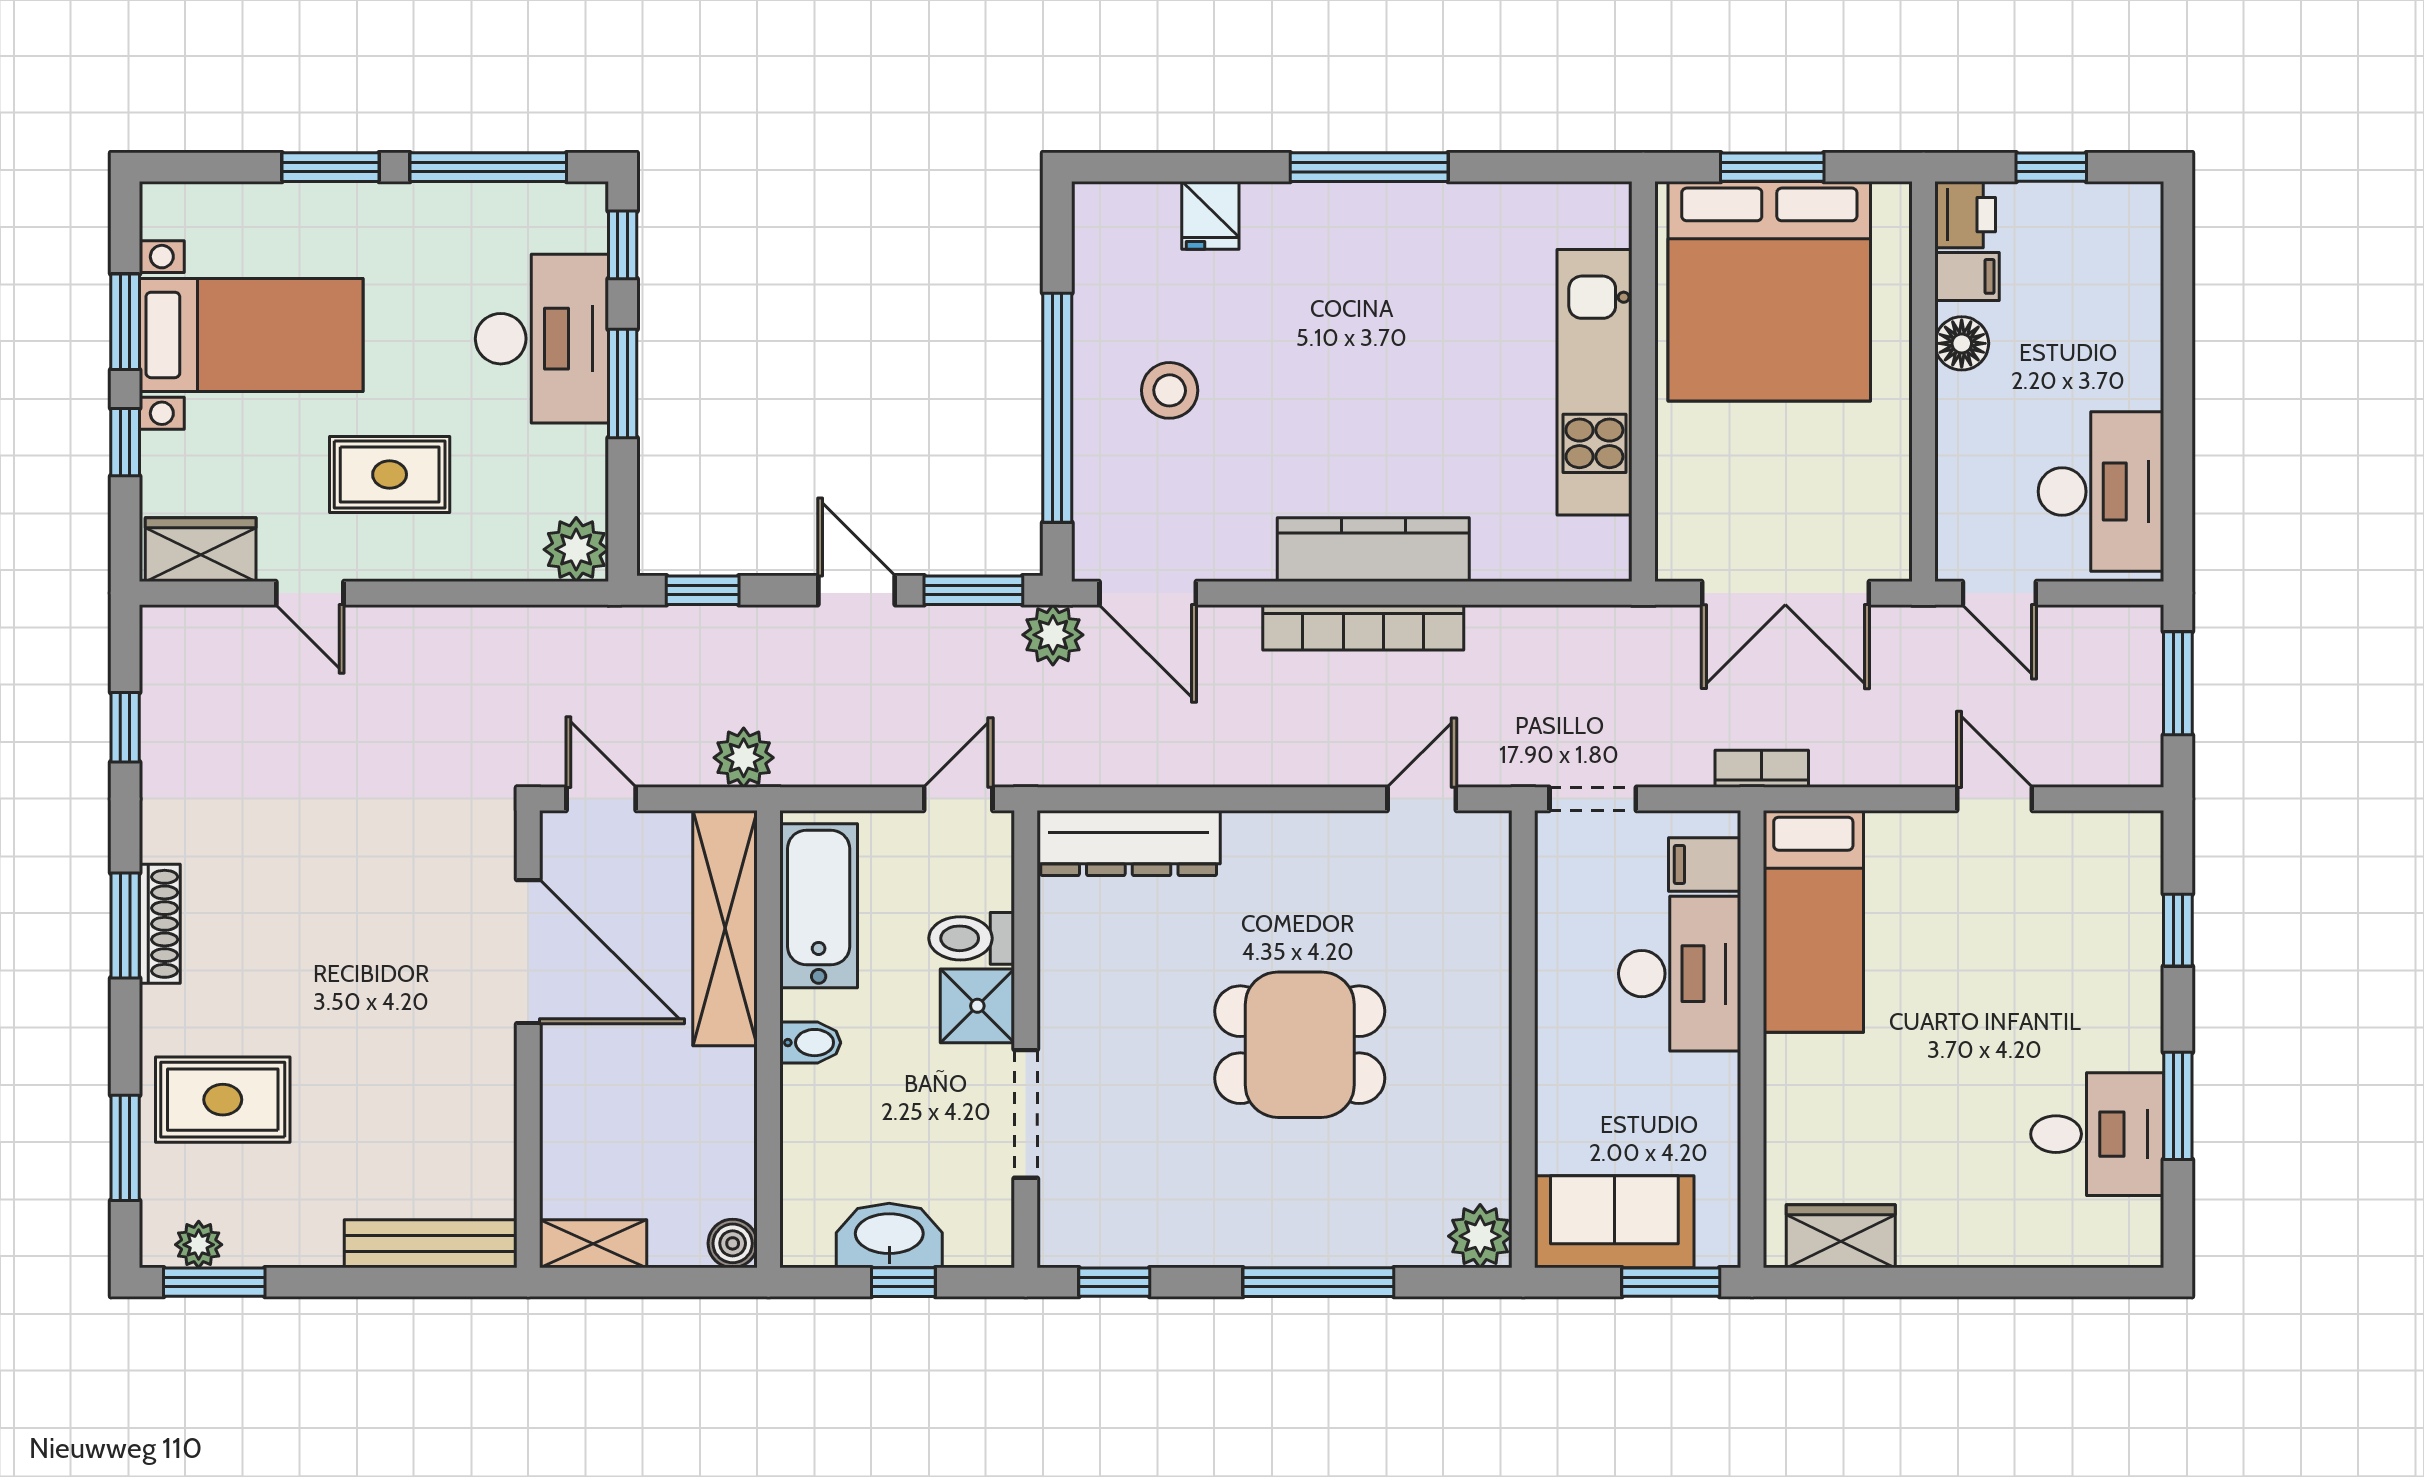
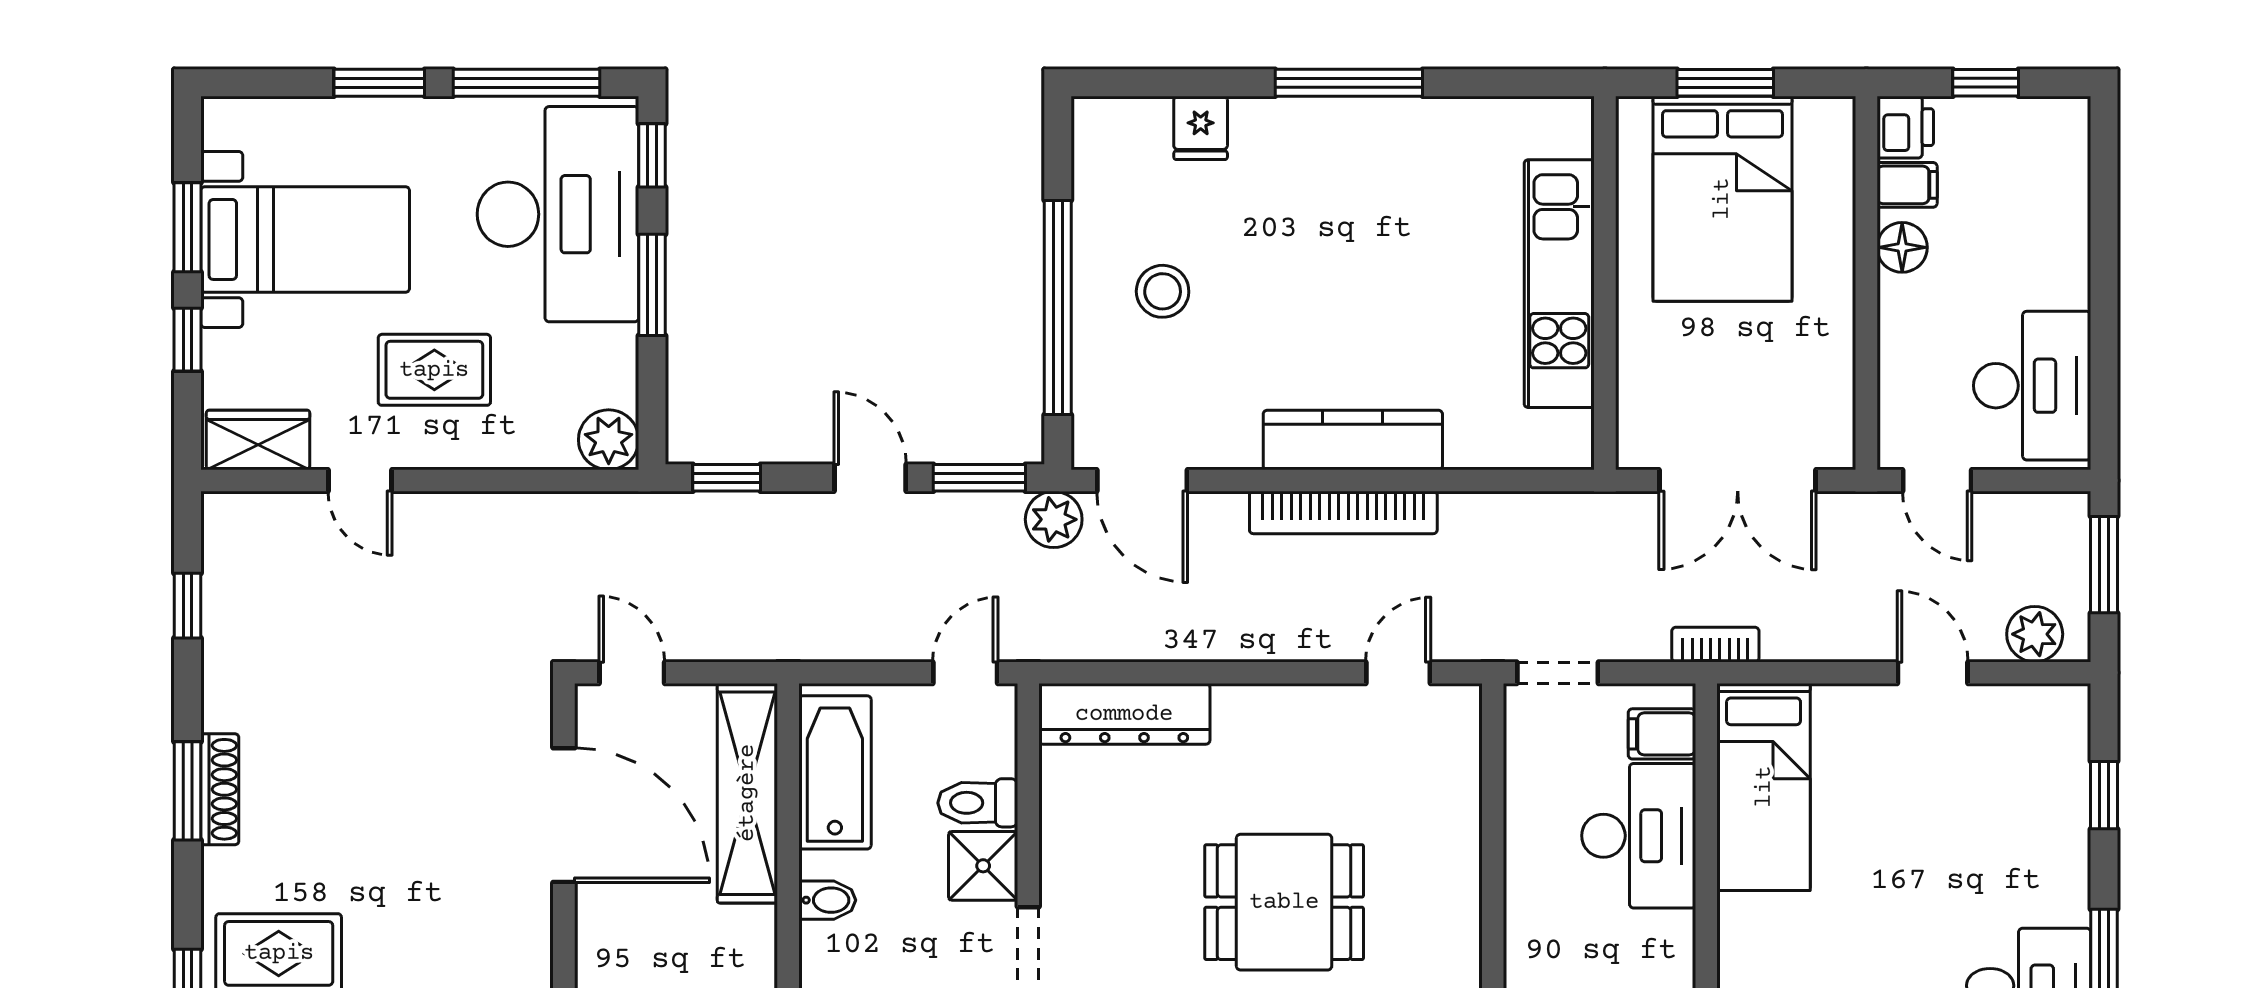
bed: (1769, 291) -> (1722, 199), width x0.73
desk: (542, 339) -> (558, 214), width x1.36, depth x1.30
plant: (744, 758) -> (2035, 634), moved

